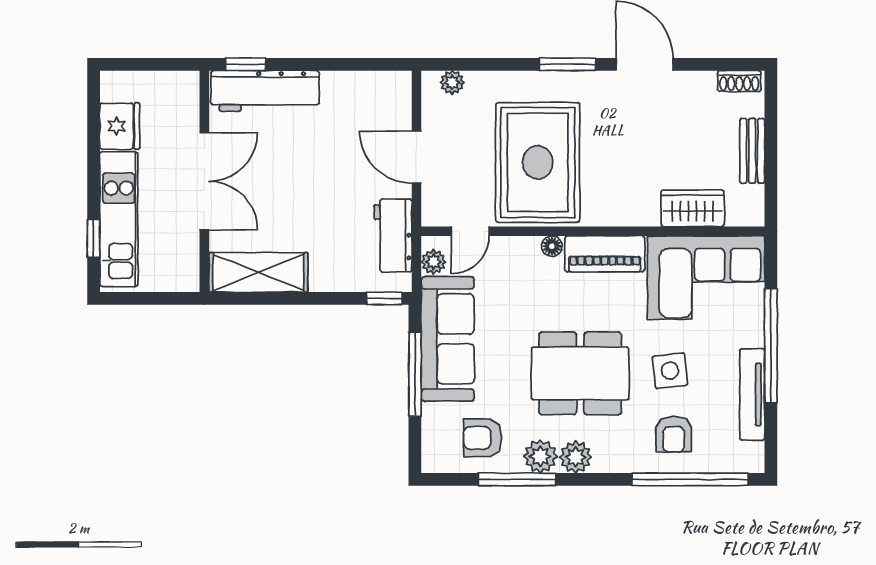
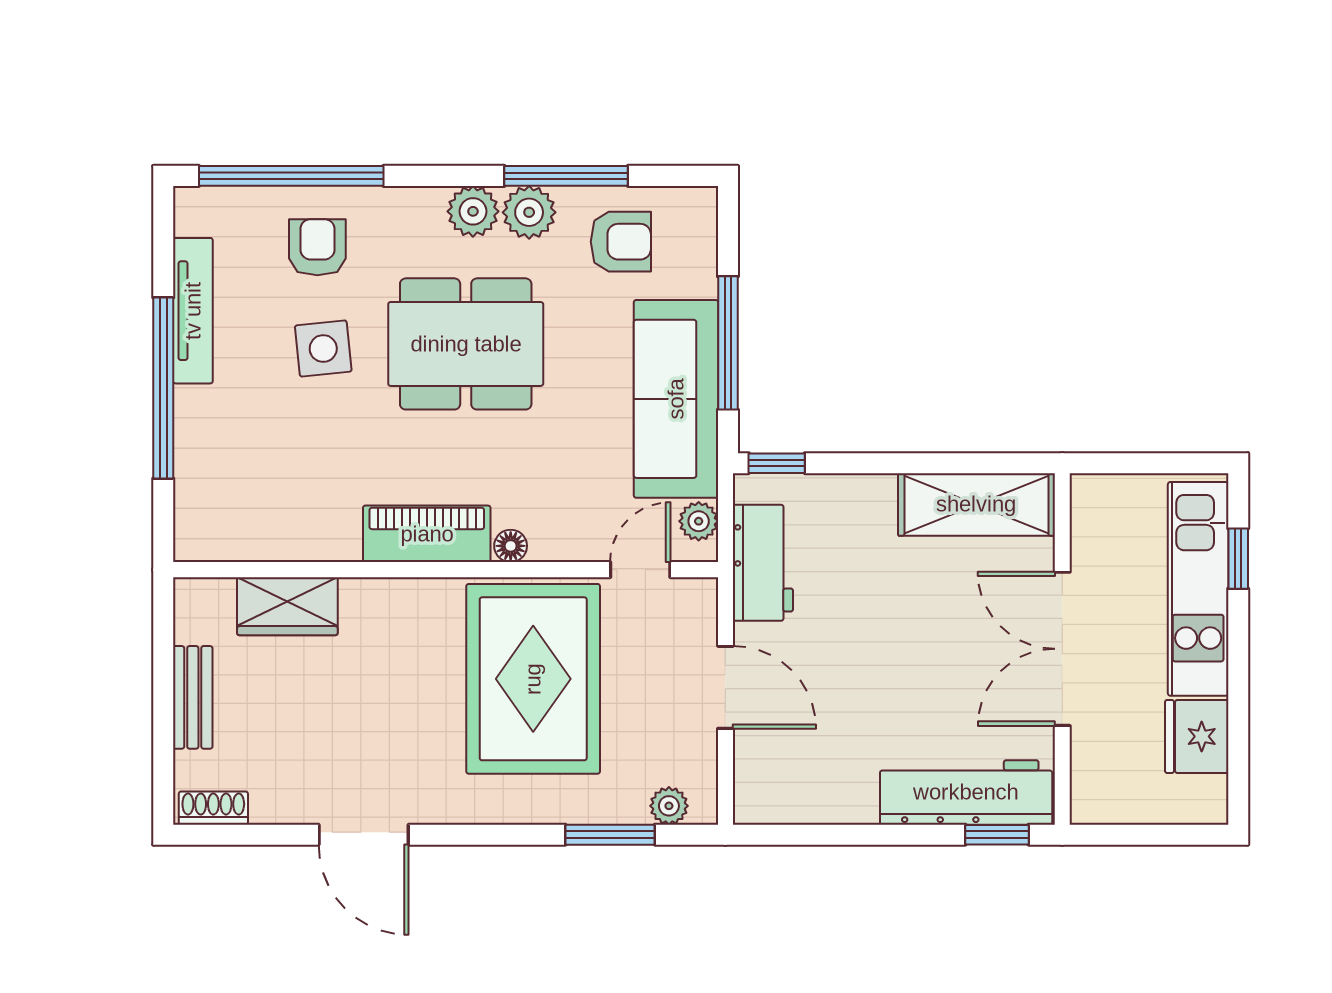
window: (567, 64) -> (610, 835), moved
corner sofa: (706, 278) -> (266, 496), removed

